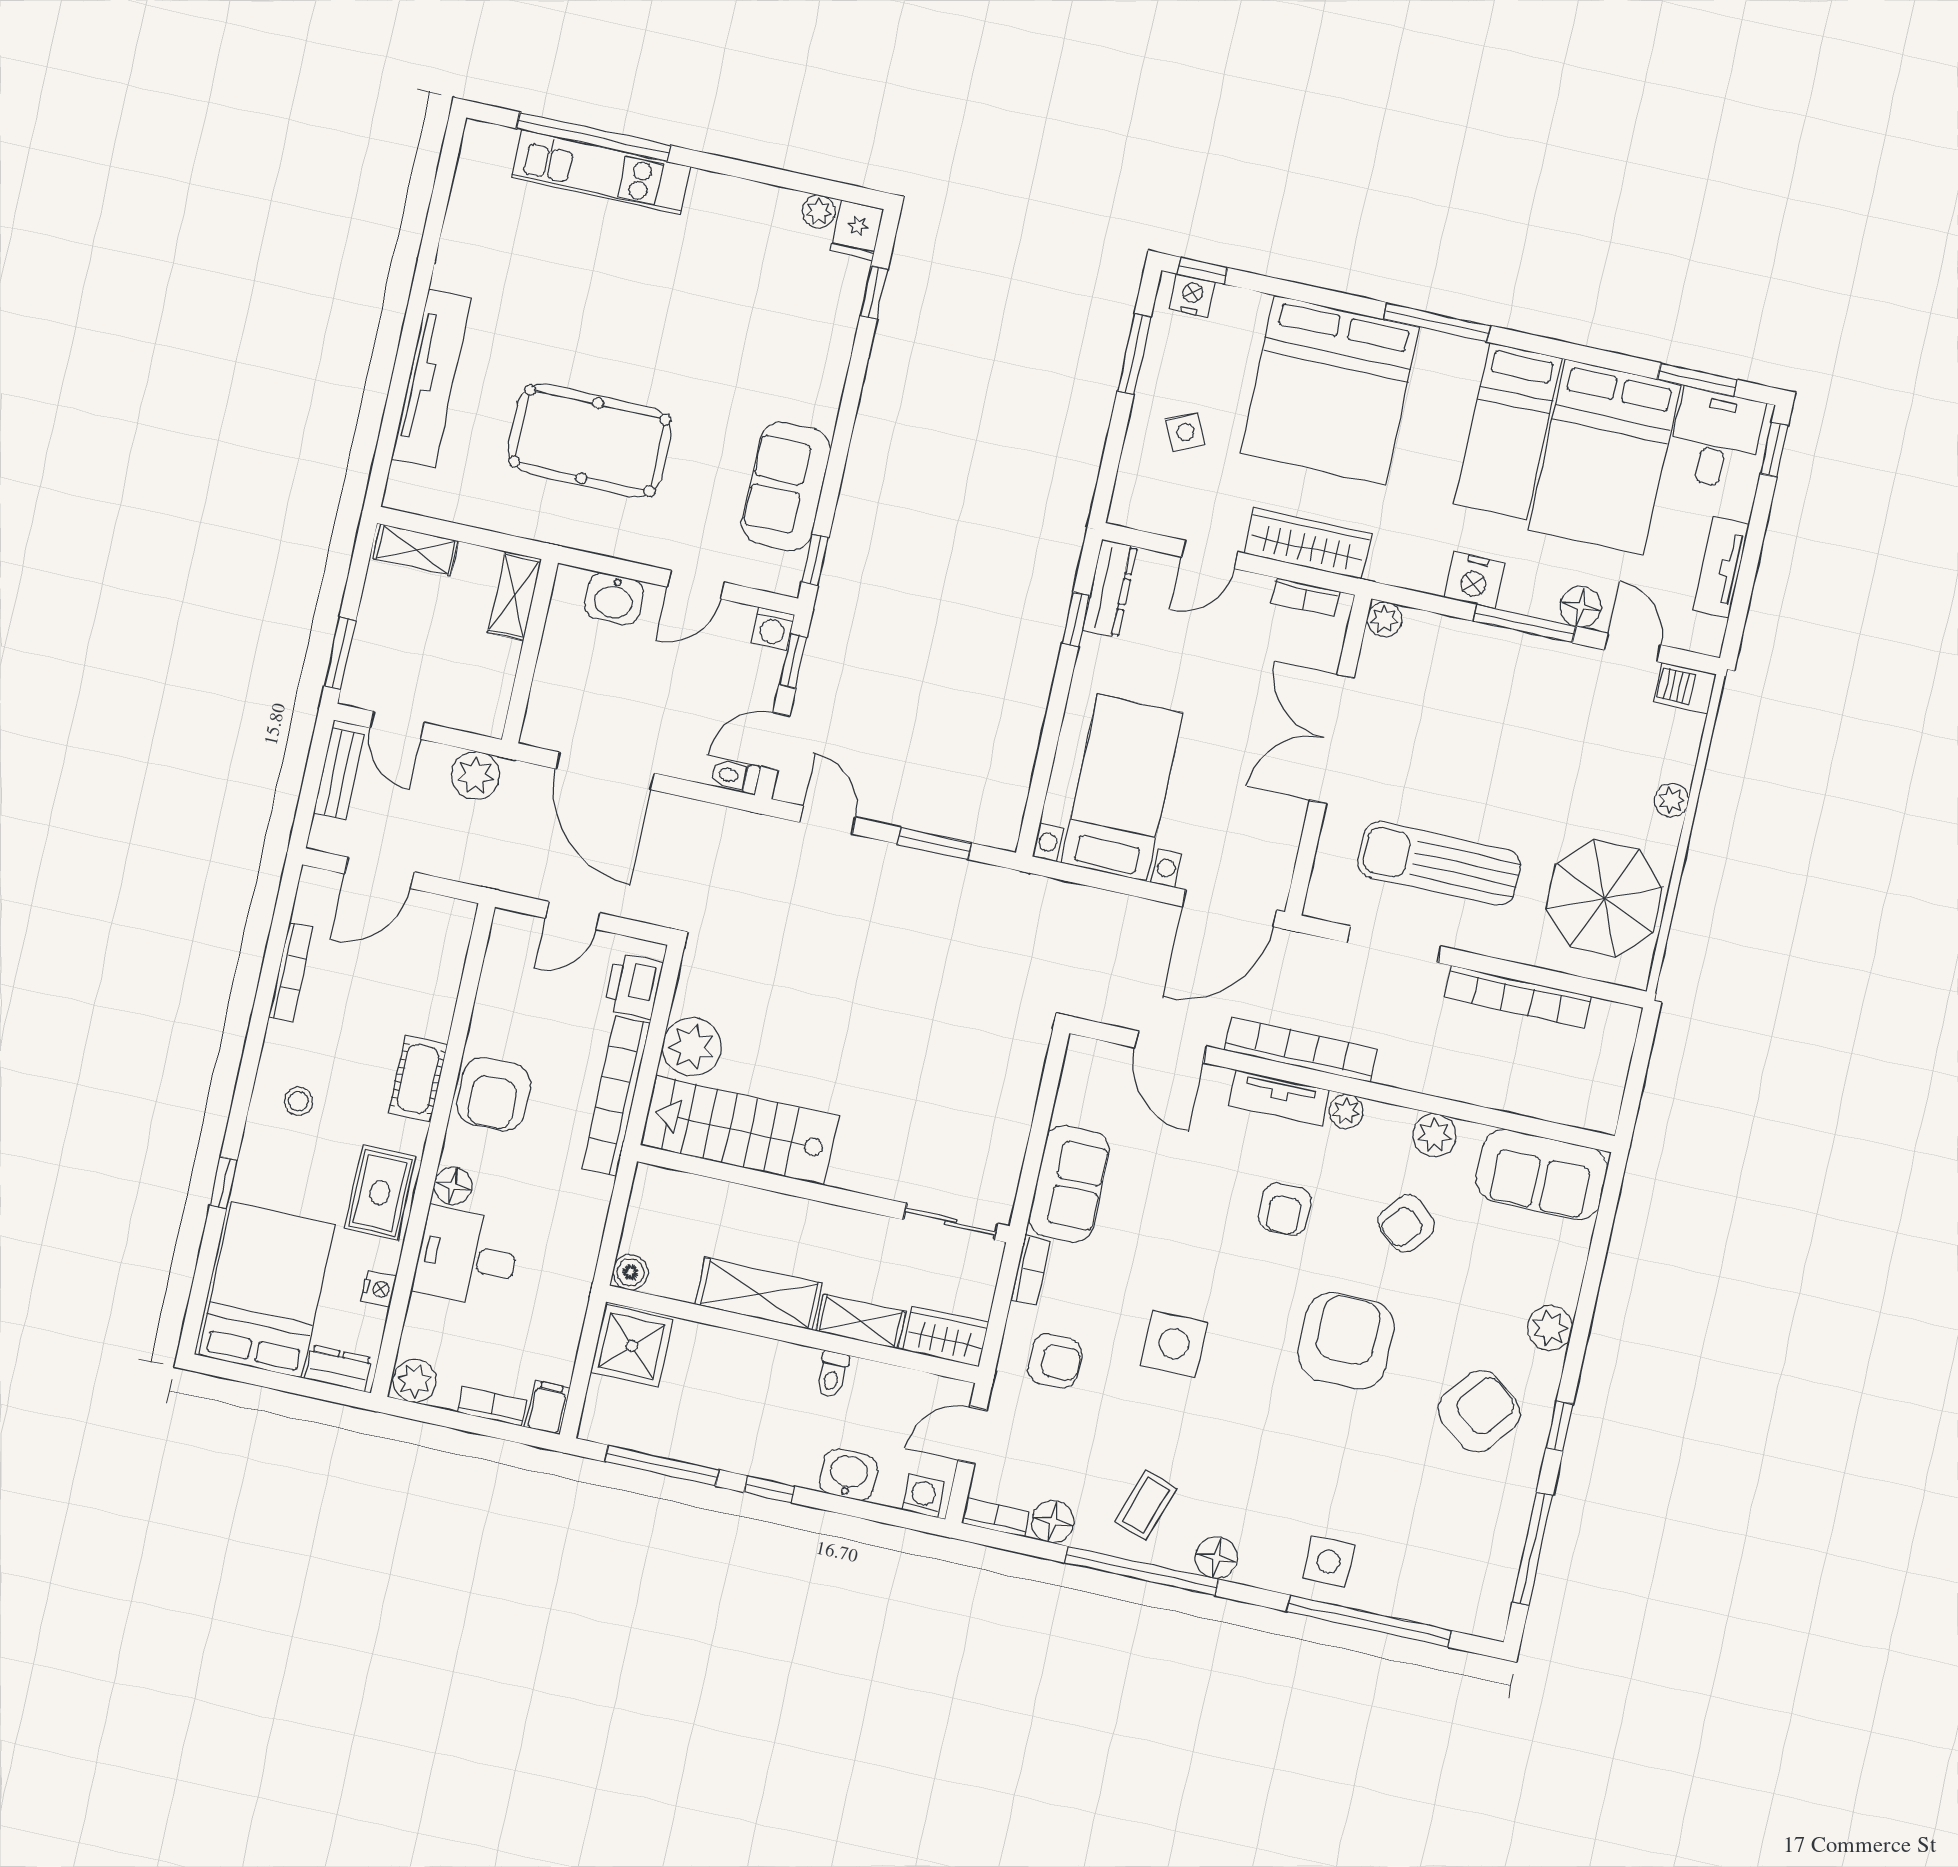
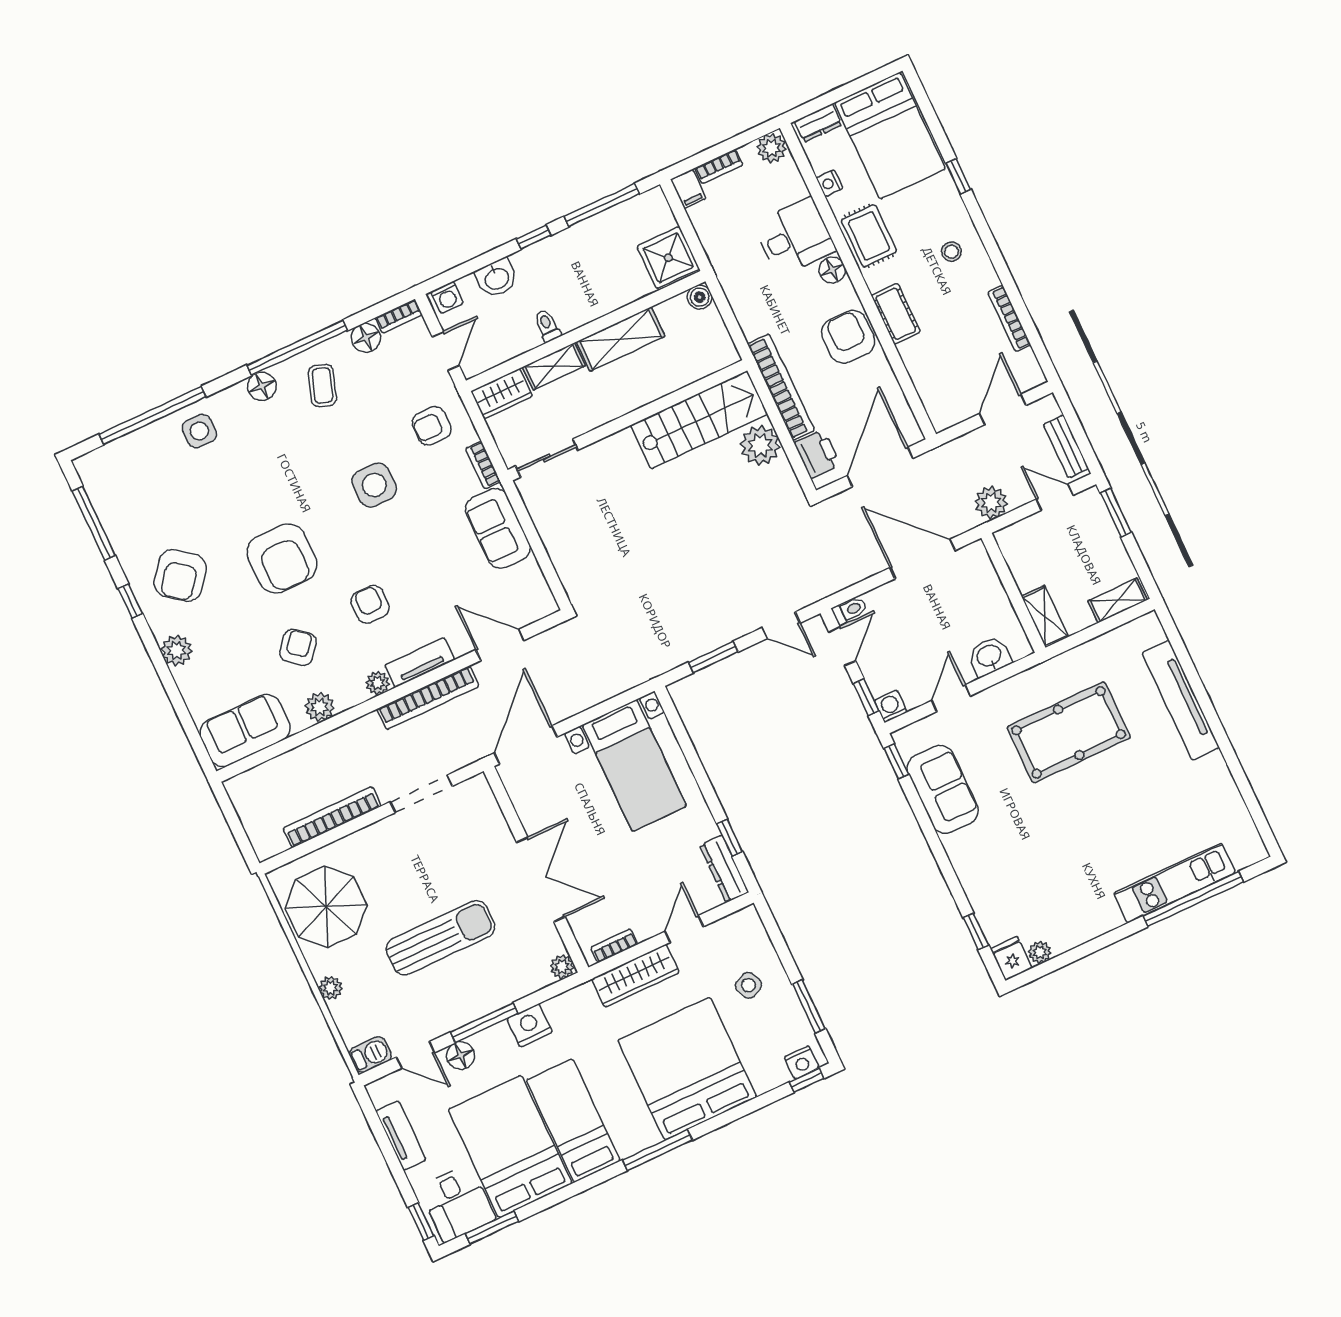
sun lounger: (1439, 863) -> (440, 938), moved
door: (572, 915) -> (880, 467), width x1.87

